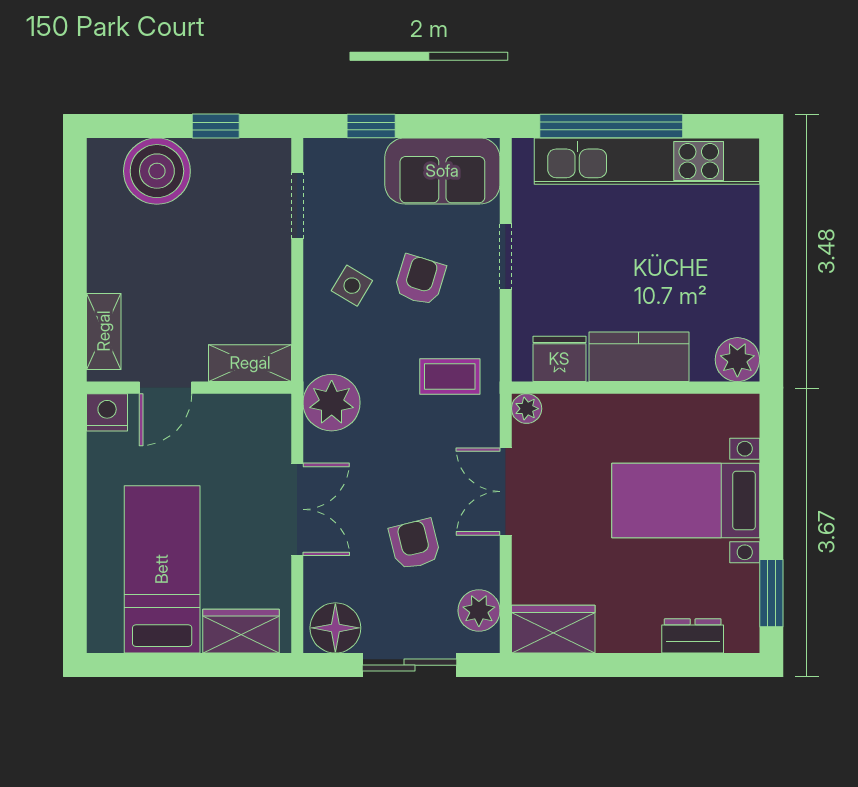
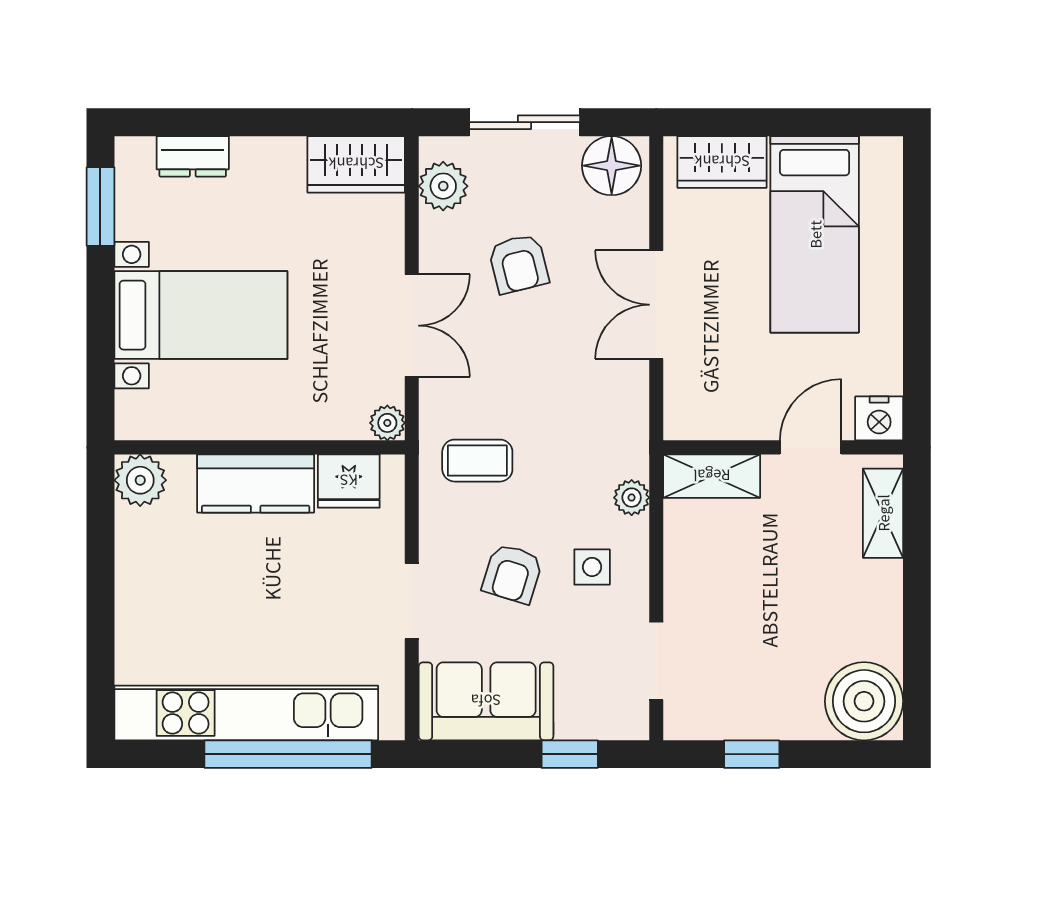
boiler: (157, 171) -> (864, 701), moved
side table: (352, 286) -> (592, 567), turned -31
plant: (332, 403) -> (632, 498), moved, width x0.53, depth x0.53

